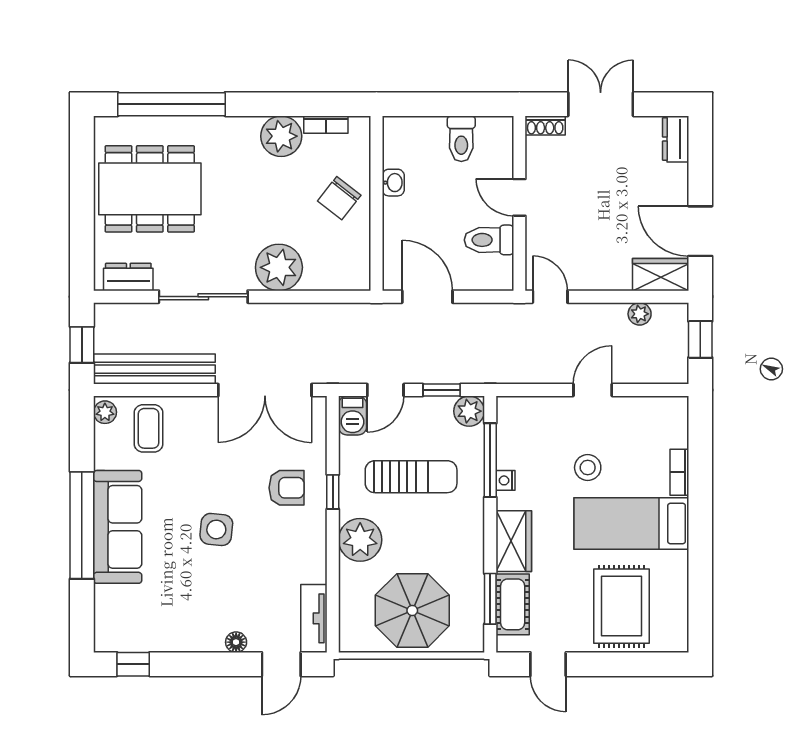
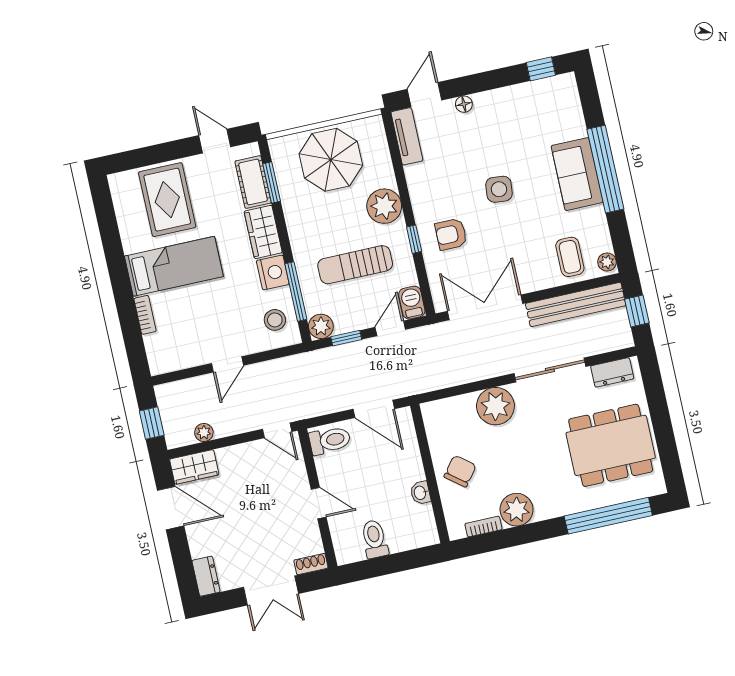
toilet: (489, 240) -> (330, 440), moved
stool: (588, 468) -> (275, 320), moved
nightstand: (506, 480) -> (273, 272), width x1.89, depth x1.79
sofa: (118, 527) -> (577, 174), width x0.73

